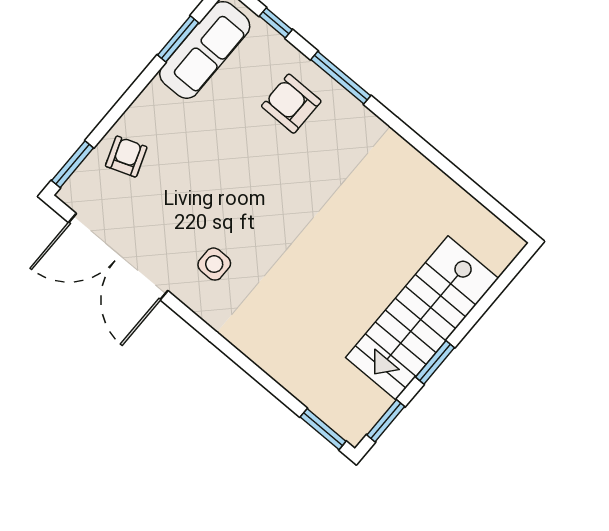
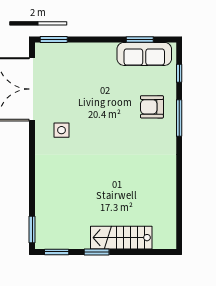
armchair: (291, 104) -> (152, 107), turned -90
armchair: (126, 157) -> (75, 58), removed
stairs: (422, 318) -> (121, 238), width x0.73, depth x0.66

